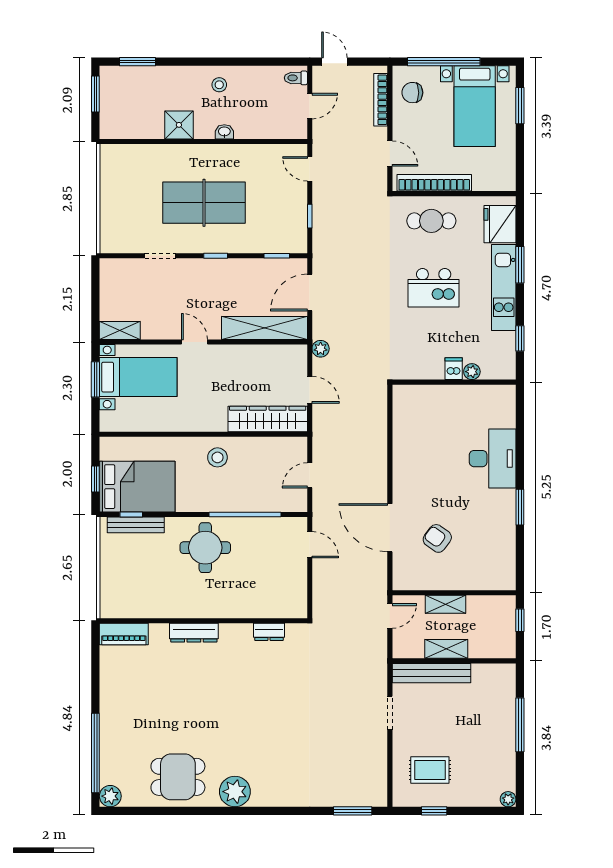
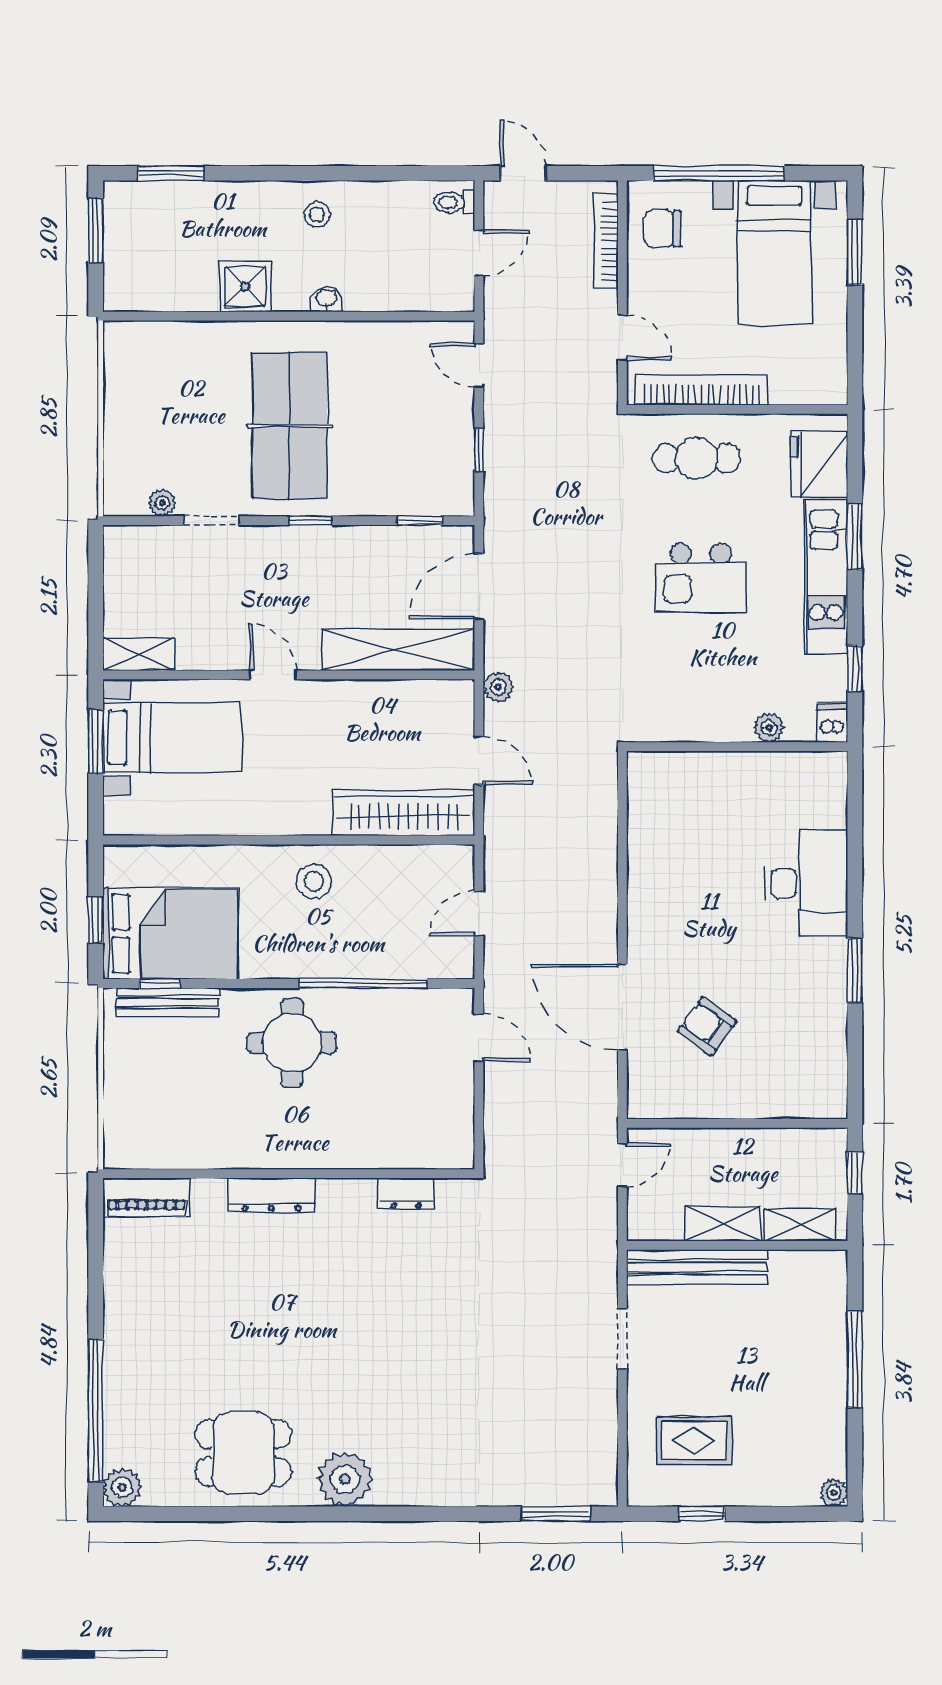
table tennis table: (204, 203) -> (290, 426), turned 90
plant: (133, 246) -> (162, 503), added
dishwasher: (454, 369) -> (832, 723), moved
shelving: (446, 604) -> (800, 1225), moved

